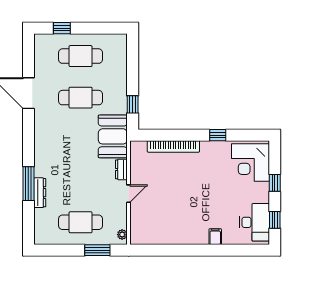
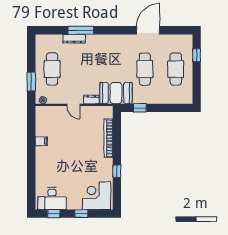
filing cabinet: (215, 237) -> (41, 141), moved

